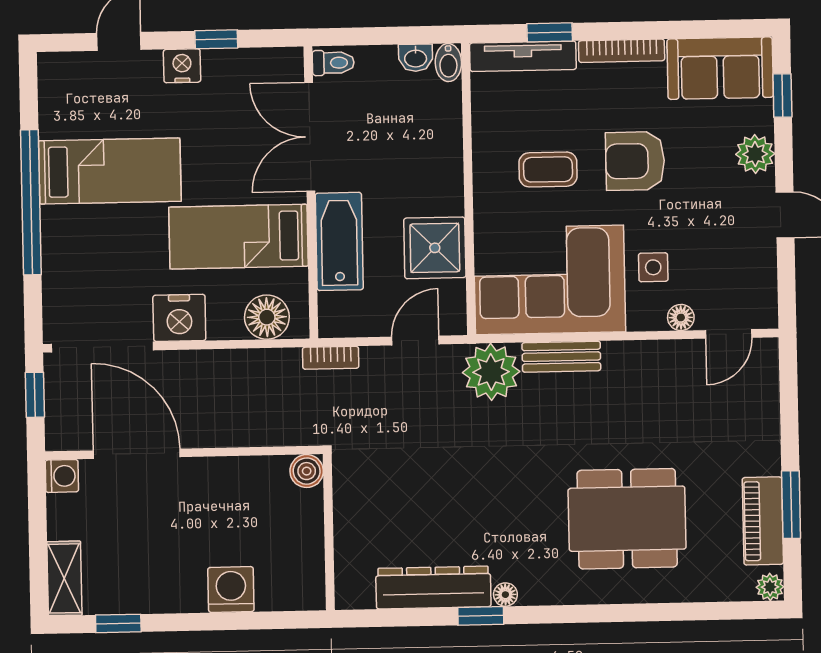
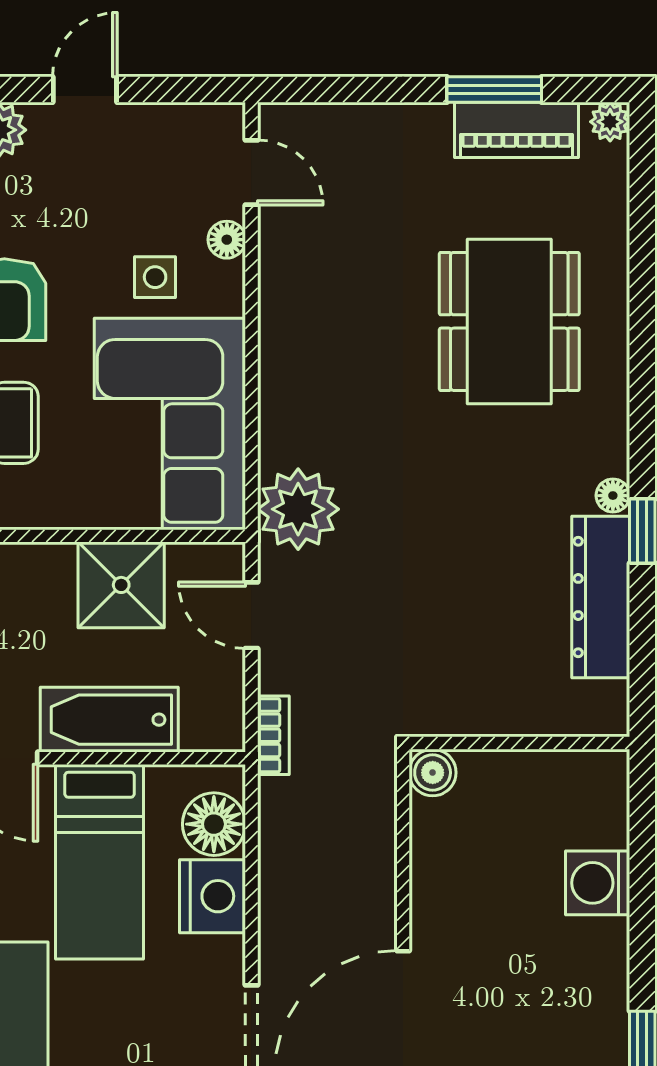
nightstand: (179, 318) -> (213, 896), moved
bench: (561, 357) -> (279, 409), removed

